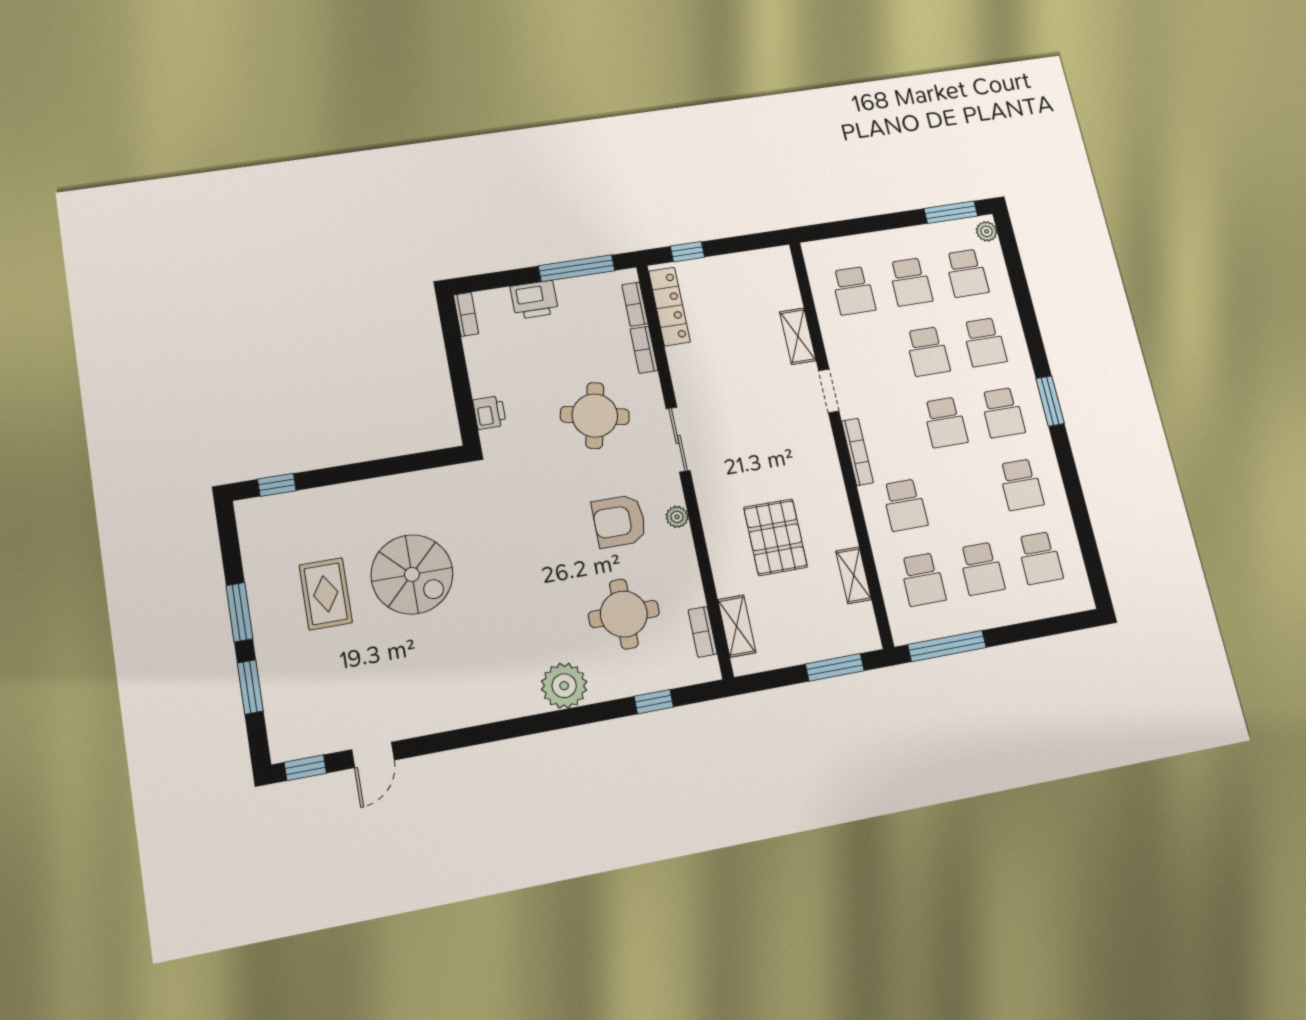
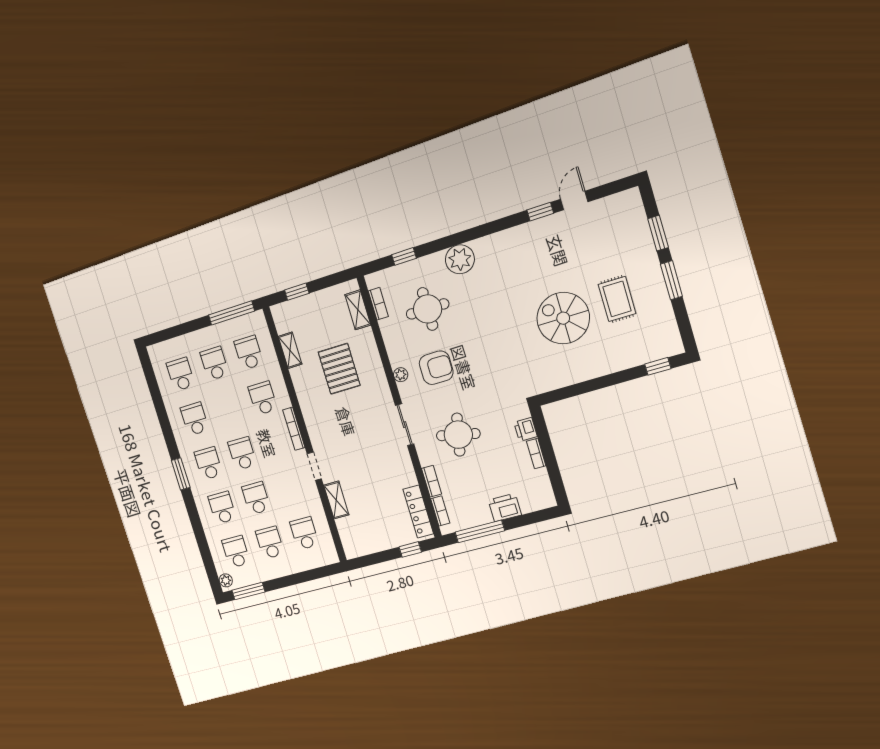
bookcase: (466, 314) -> (536, 453), moved
window: (835, 667) -> (297, 292), width x0.67
window: (305, 768) -> (540, 212), moved

